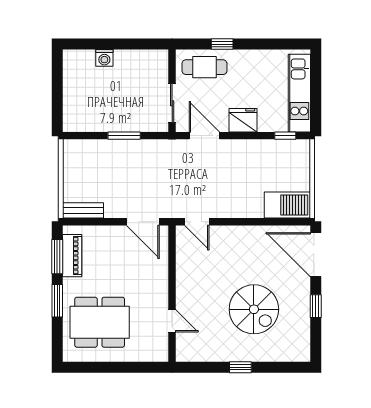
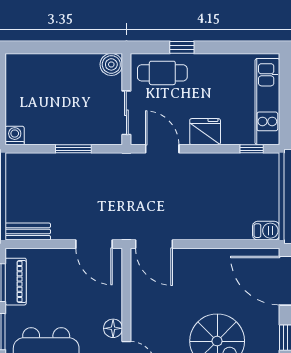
washing machine: (104, 58) -> (15, 135), moved, turned 180
boiler: (158, 60) -> (111, 64), added
barbecue: (287, 205) -> (266, 231), width x0.53, depth x0.65
door: (197, 222) -> (154, 244), width x1.37
floor lamp: (160, 298) -> (113, 328), added

